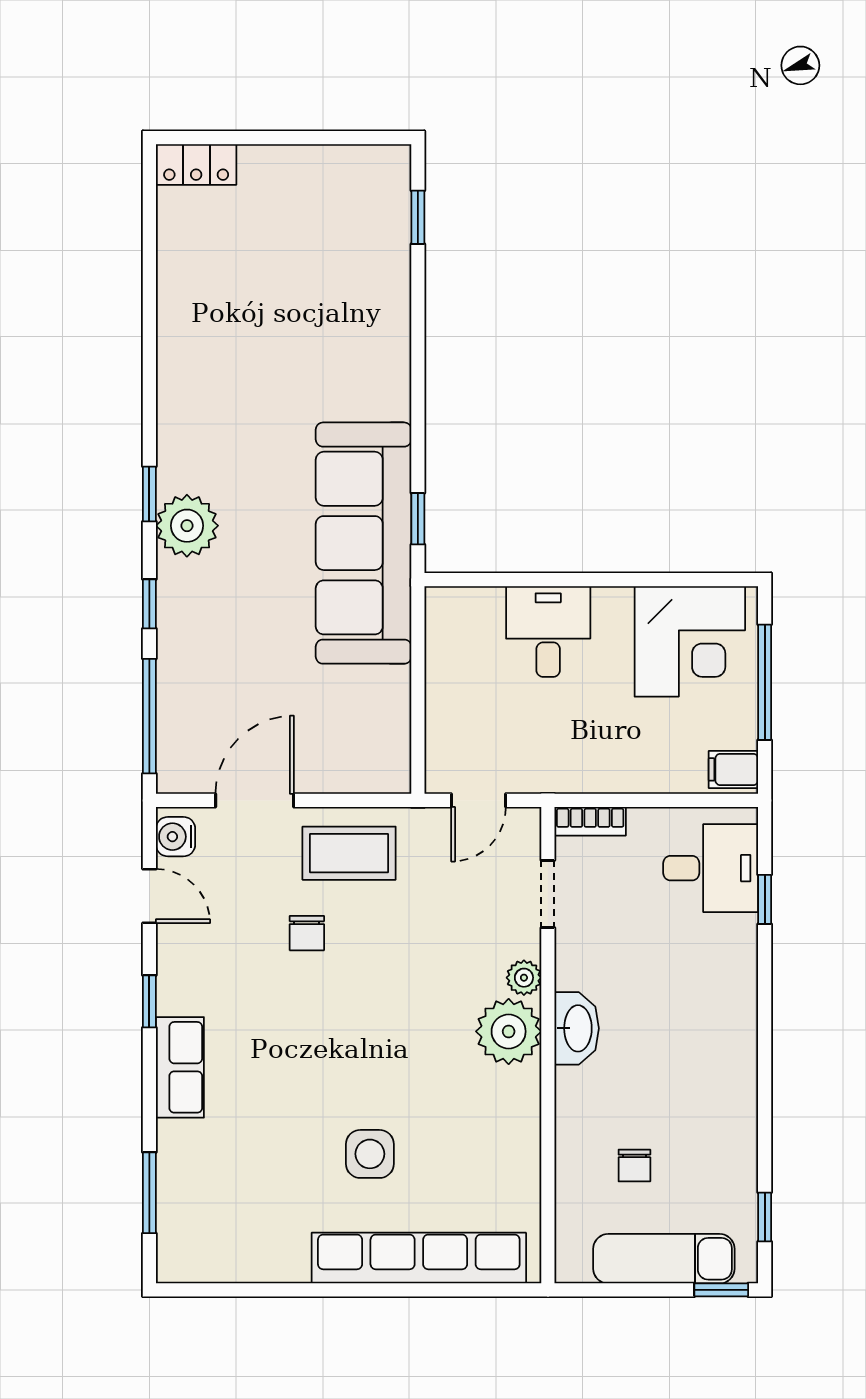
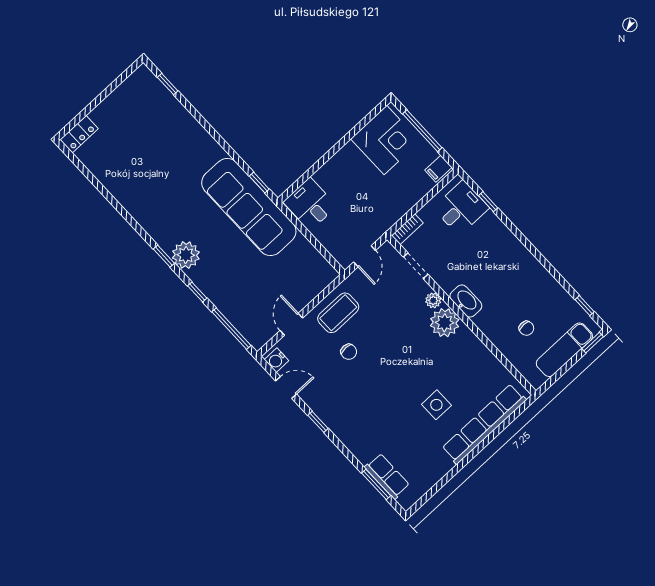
desk: (548, 631) -> (310, 204), moved
door: (255, 800) -> (291, 324), width x0.73
row of seats: (180, 1067) -> (387, 476), moved

